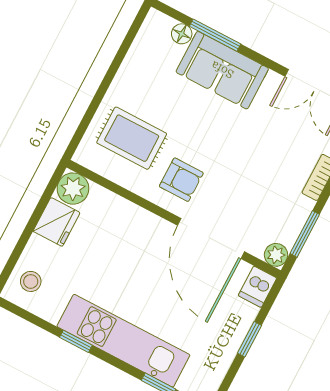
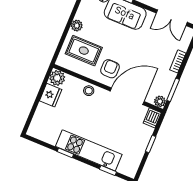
plant: (122, 86) -> (77, 26), added
armchair: (181, 180) -> (110, 69), turned -90
door: (211, 238) -> (127, 96), swing flipped
stool: (31, 281) -> (89, 91), moved

